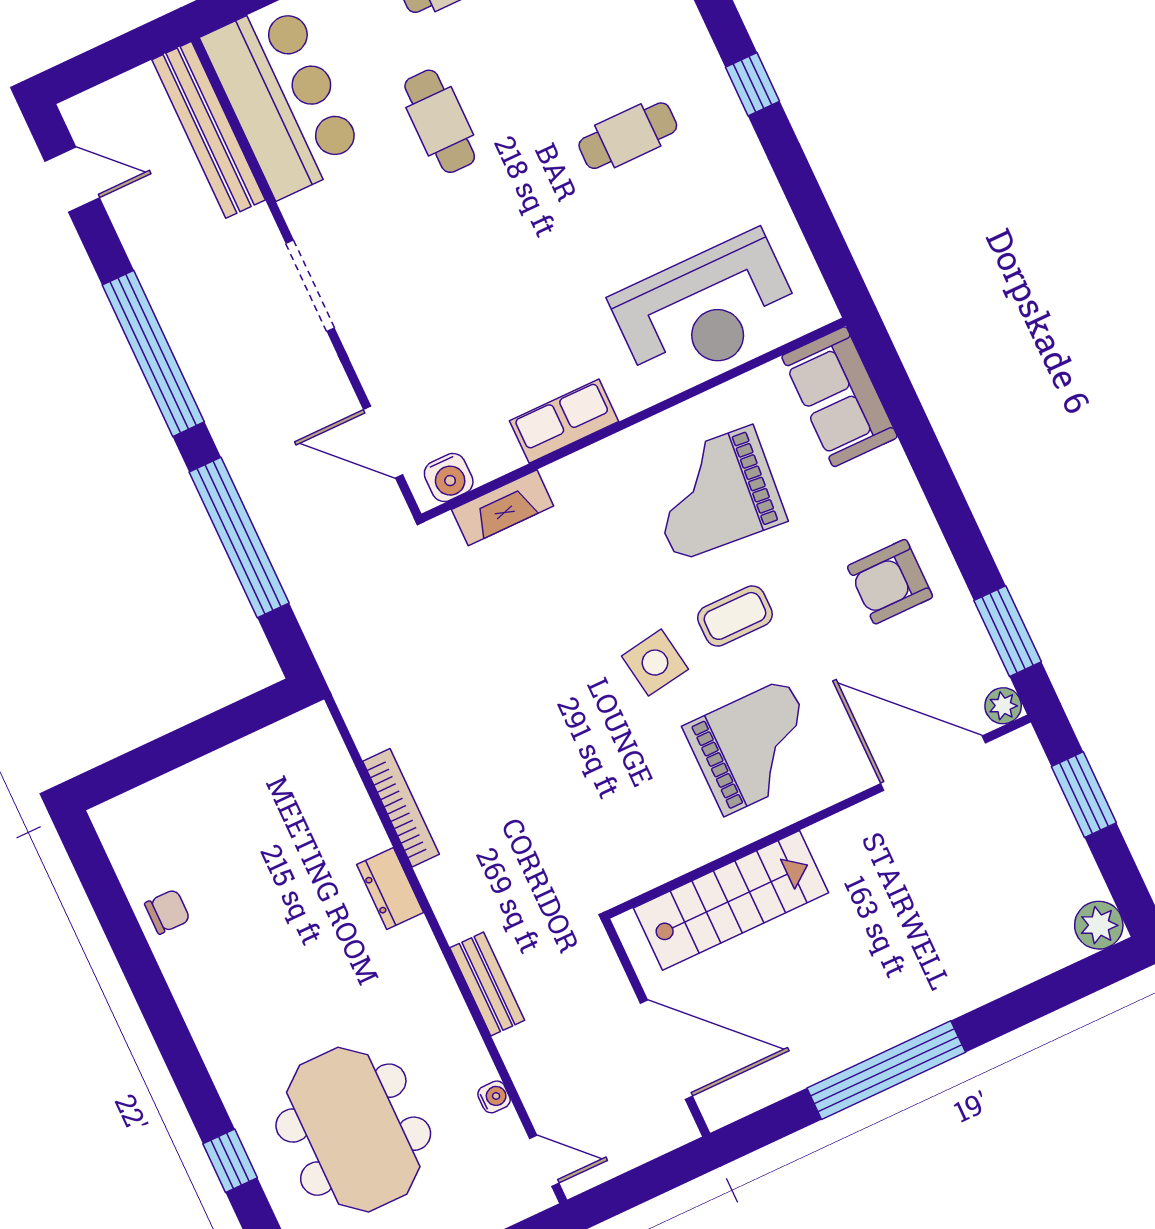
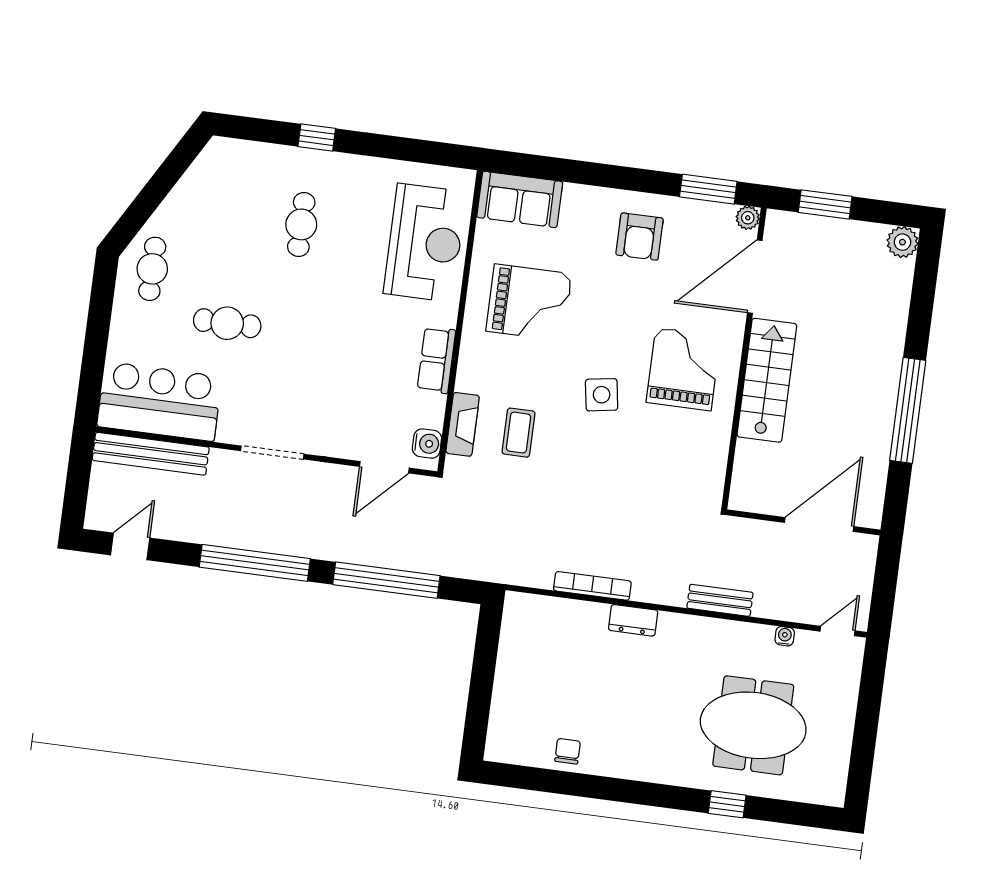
grand piano: (714, 493) -> (529, 302), turned -95
coffee table: (735, 616) -> (518, 433), moved
stairs: (731, 900) -> (767, 380), moved

